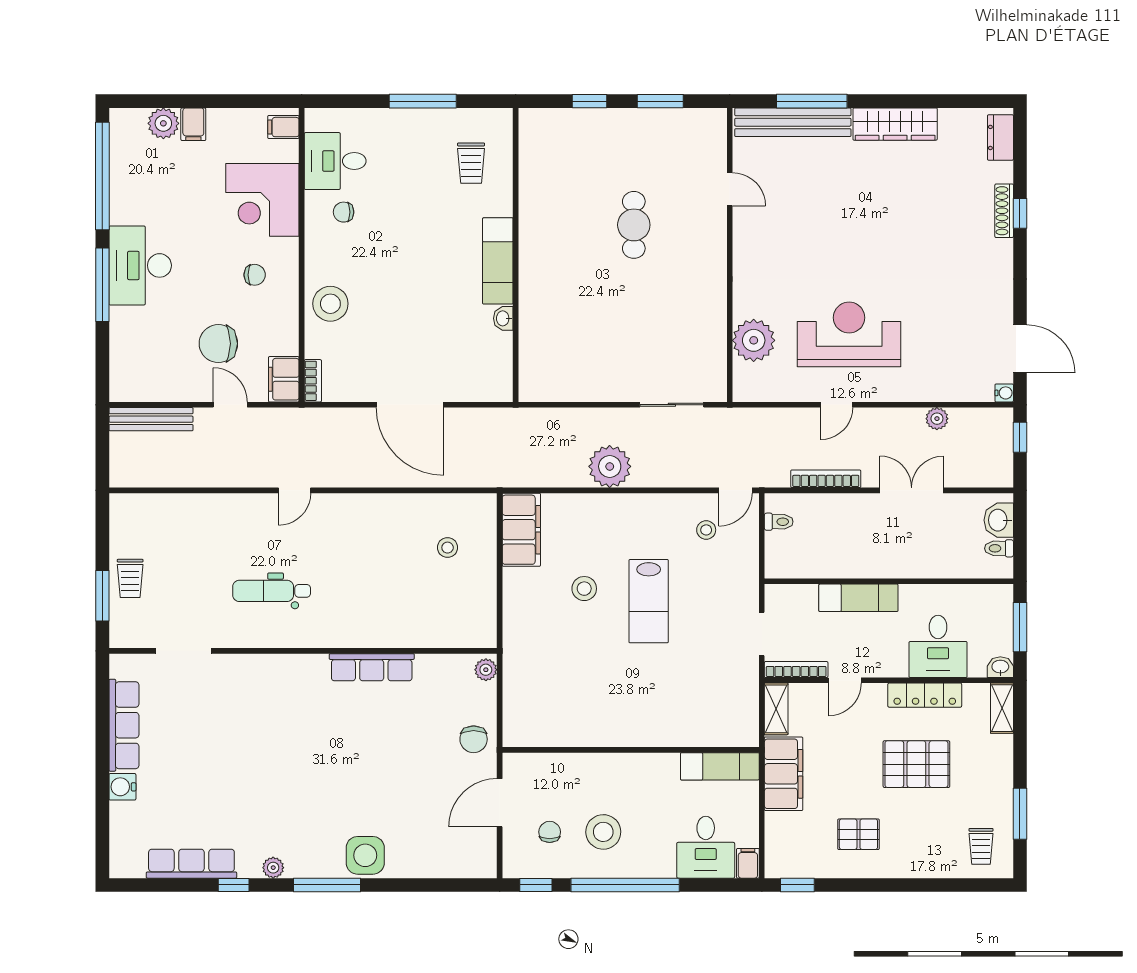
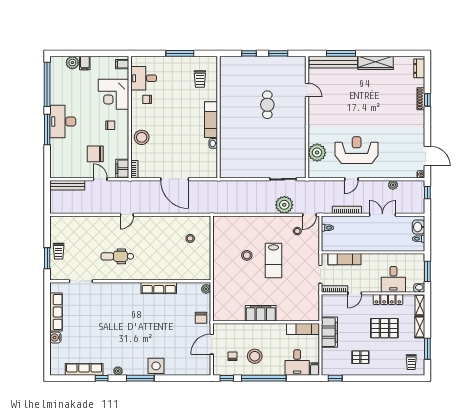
plant: (610, 466) -> (284, 205), moved
filing cabinet: (521, 530) -> (261, 313), moved, turned -90
exam couch: (858, 598) -> (344, 259), moved
shelving: (776, 709) -> (420, 327), moved

